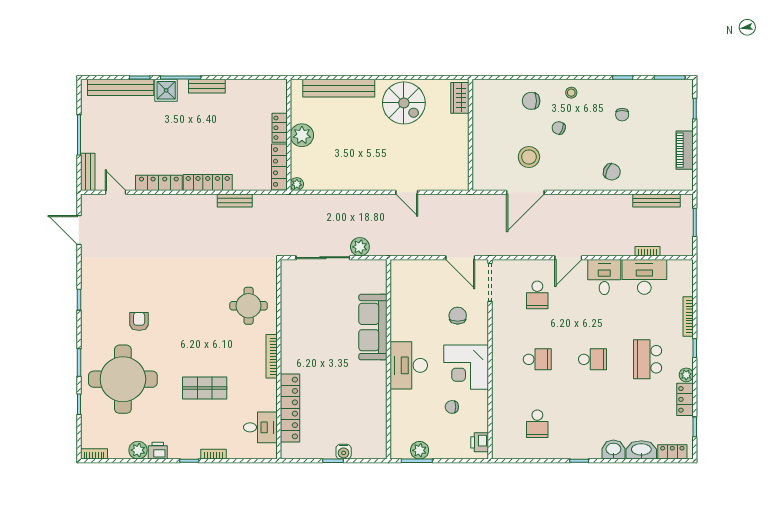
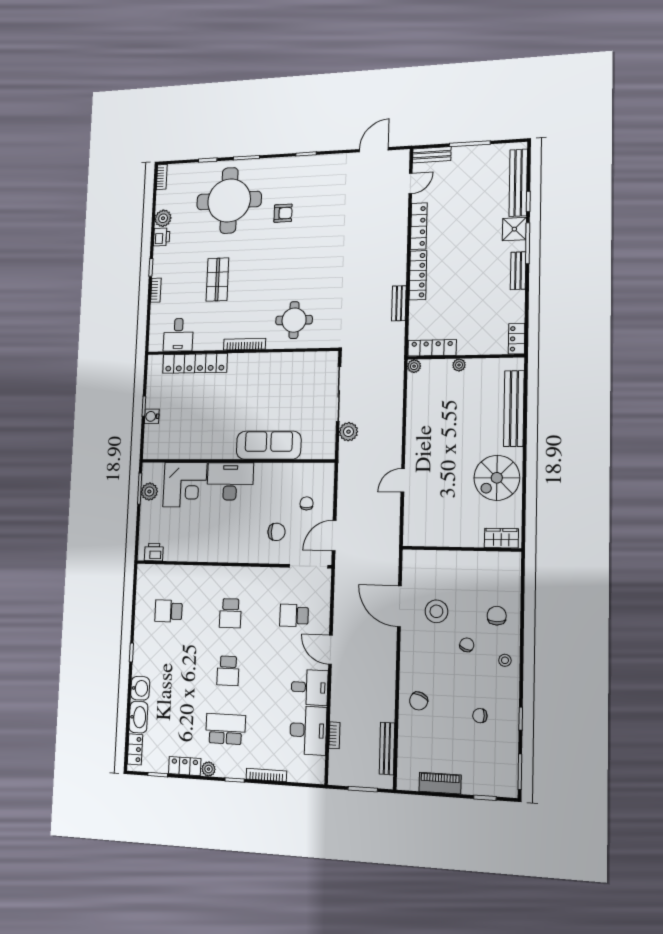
locker: (280, 128) -> (517, 339), moved, turned -90
plant: (302, 135) -> (459, 365), width x0.53, depth x0.53
corner desk: (466, 367) -> (185, 485), moved, turned 180
chair: (452, 407) -> (307, 503), moved

